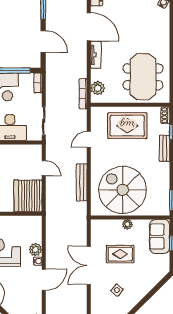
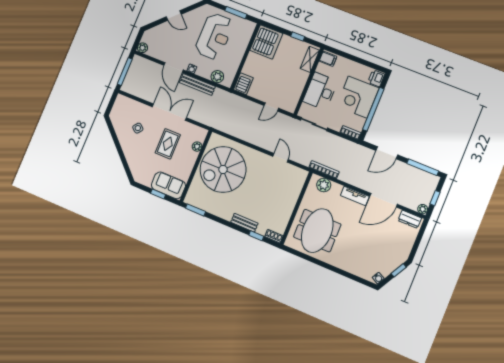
meeting table: (143, 77) -> (317, 231), turned 90
rug: (127, 126) -> (279, 198), removed
bench: (82, 182) -> (197, 84), moved
spiral stairs: (123, 190) -> (223, 170), turned 180
server rack: (28, 196) -> (243, 84), width x0.46, depth x0.70
plant: (127, 224) -> (197, 147), moved
plant: (35, 249) -> (217, 77), moved

